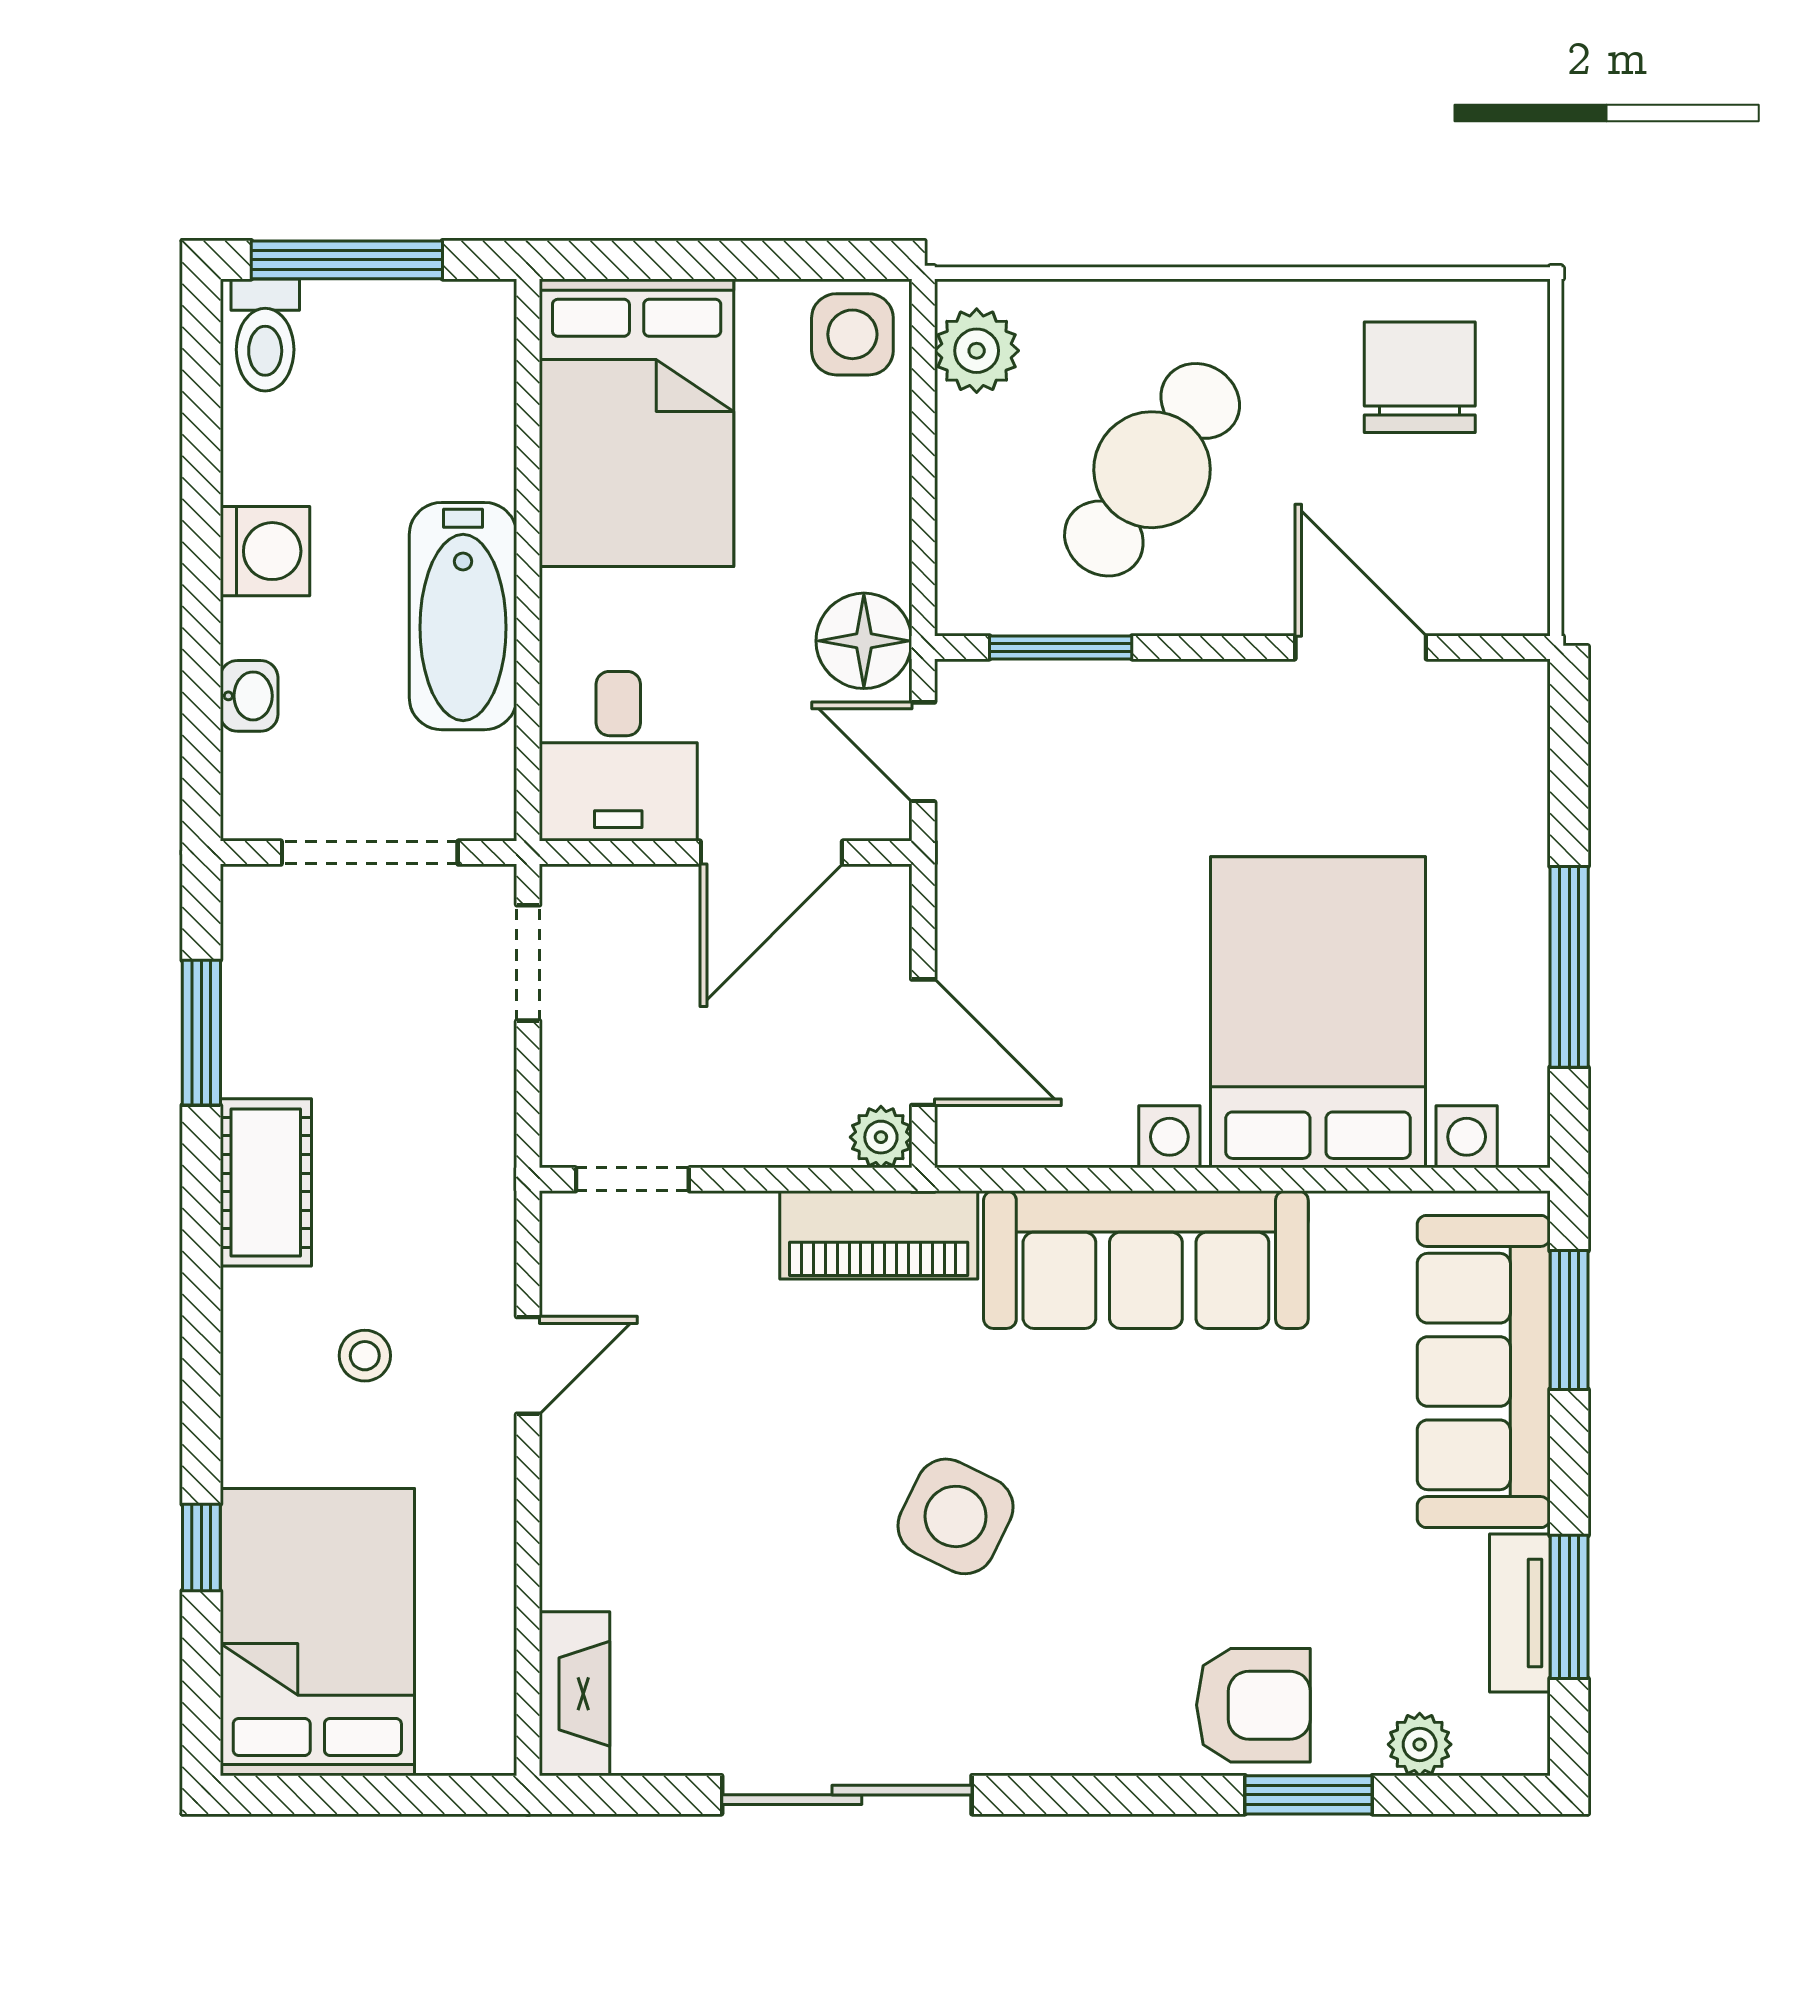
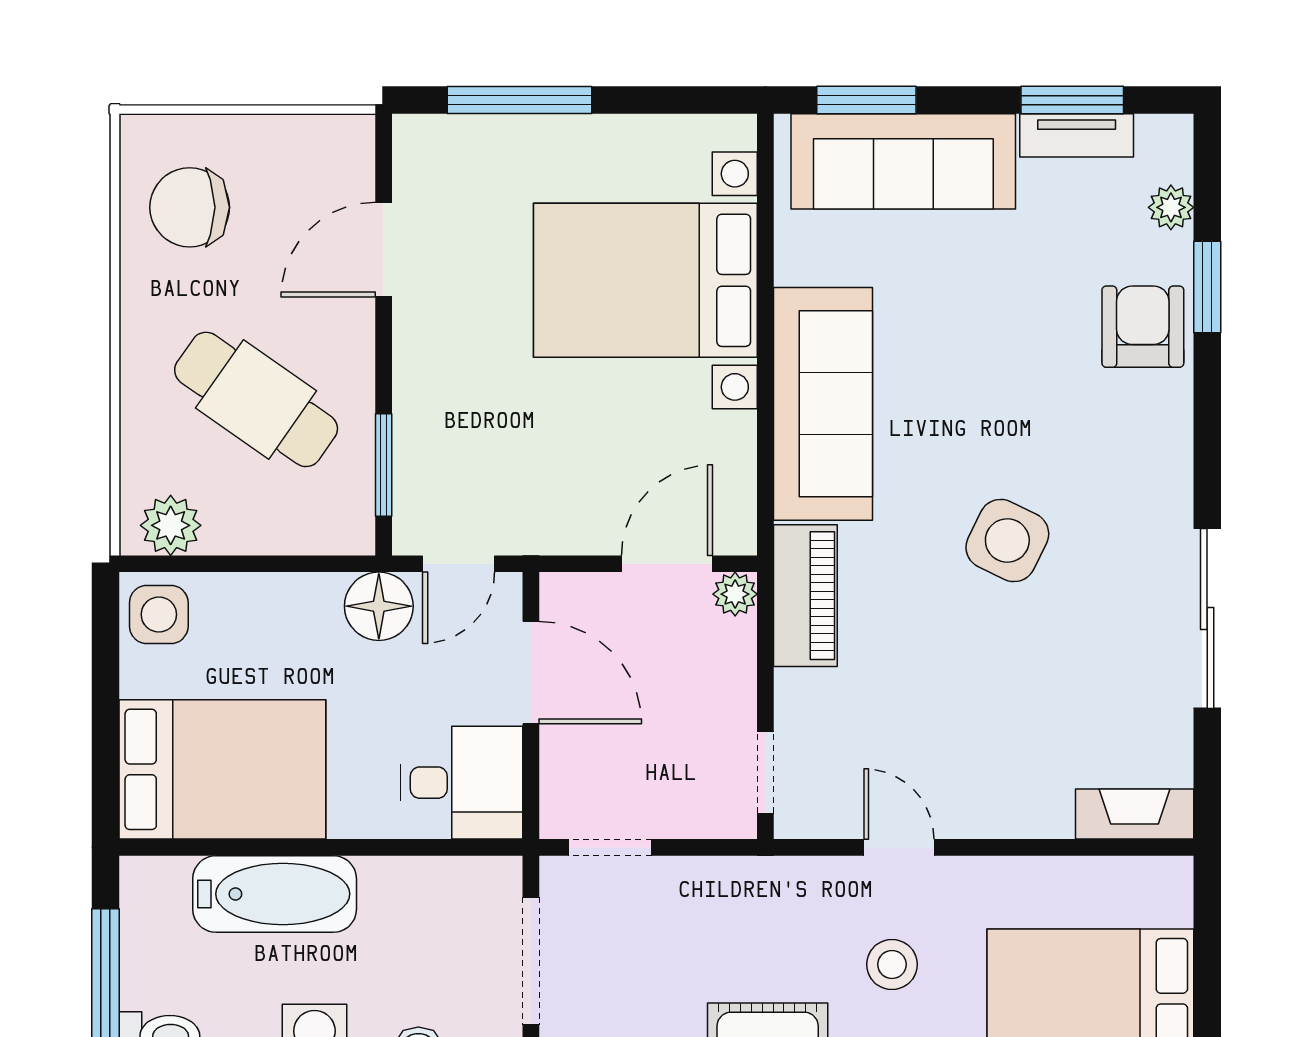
bathtub: (463, 616) -> (275, 894), moved
window: (1569, 967) -> (519, 100), moved
stool: (365, 1356) -> (892, 964), width x1.37, depth x1.37

